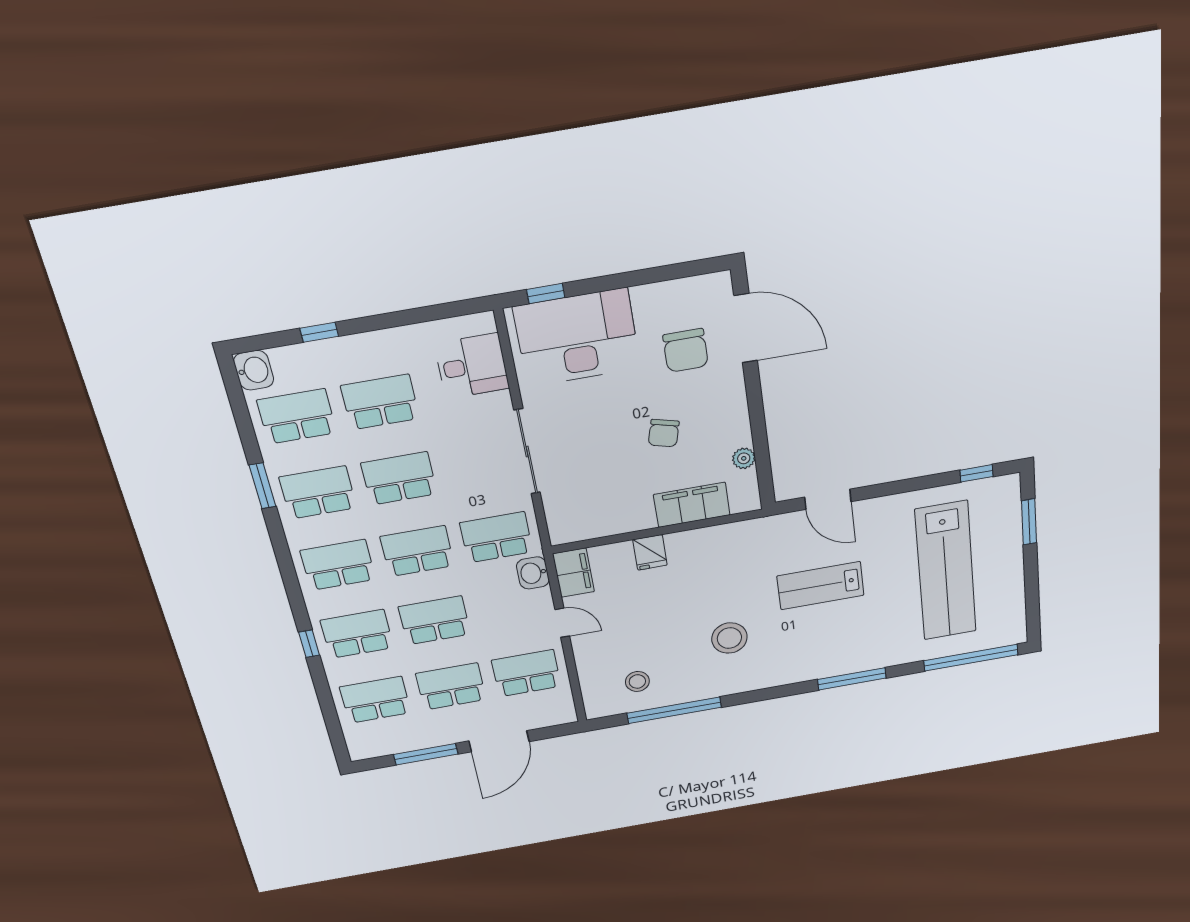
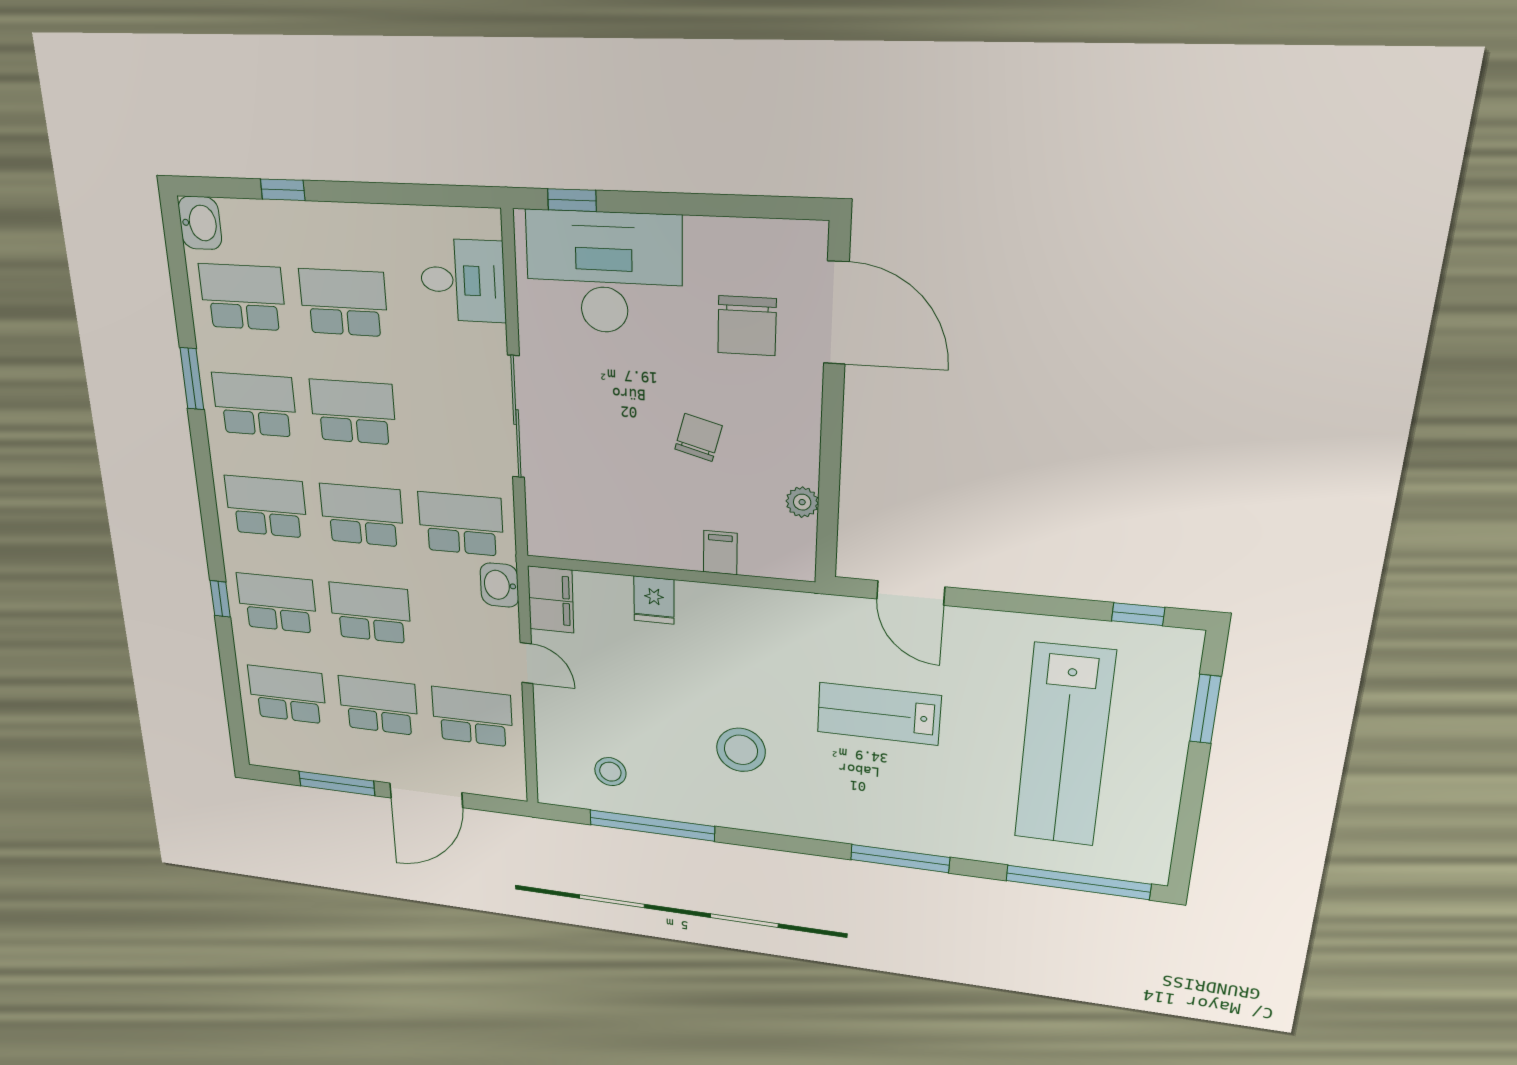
chair: (664, 433) -> (698, 438), turned 180
filing cabinet: (692, 505) -> (720, 553), width x0.33, depth x0.86

